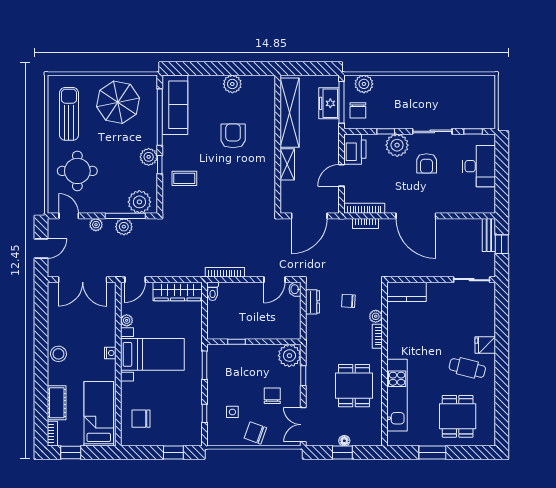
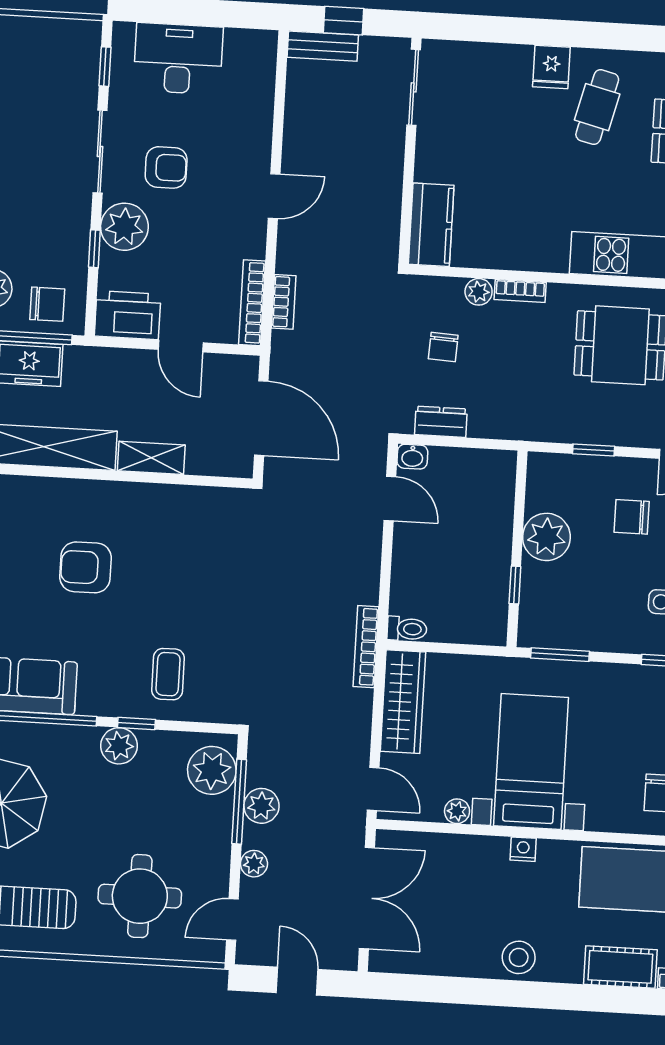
door: (416, 216) -> (274, 196), width x0.53
bookcase: (225, 272) -> (366, 647), moved
plant: (289, 356) -> (546, 537), moved

